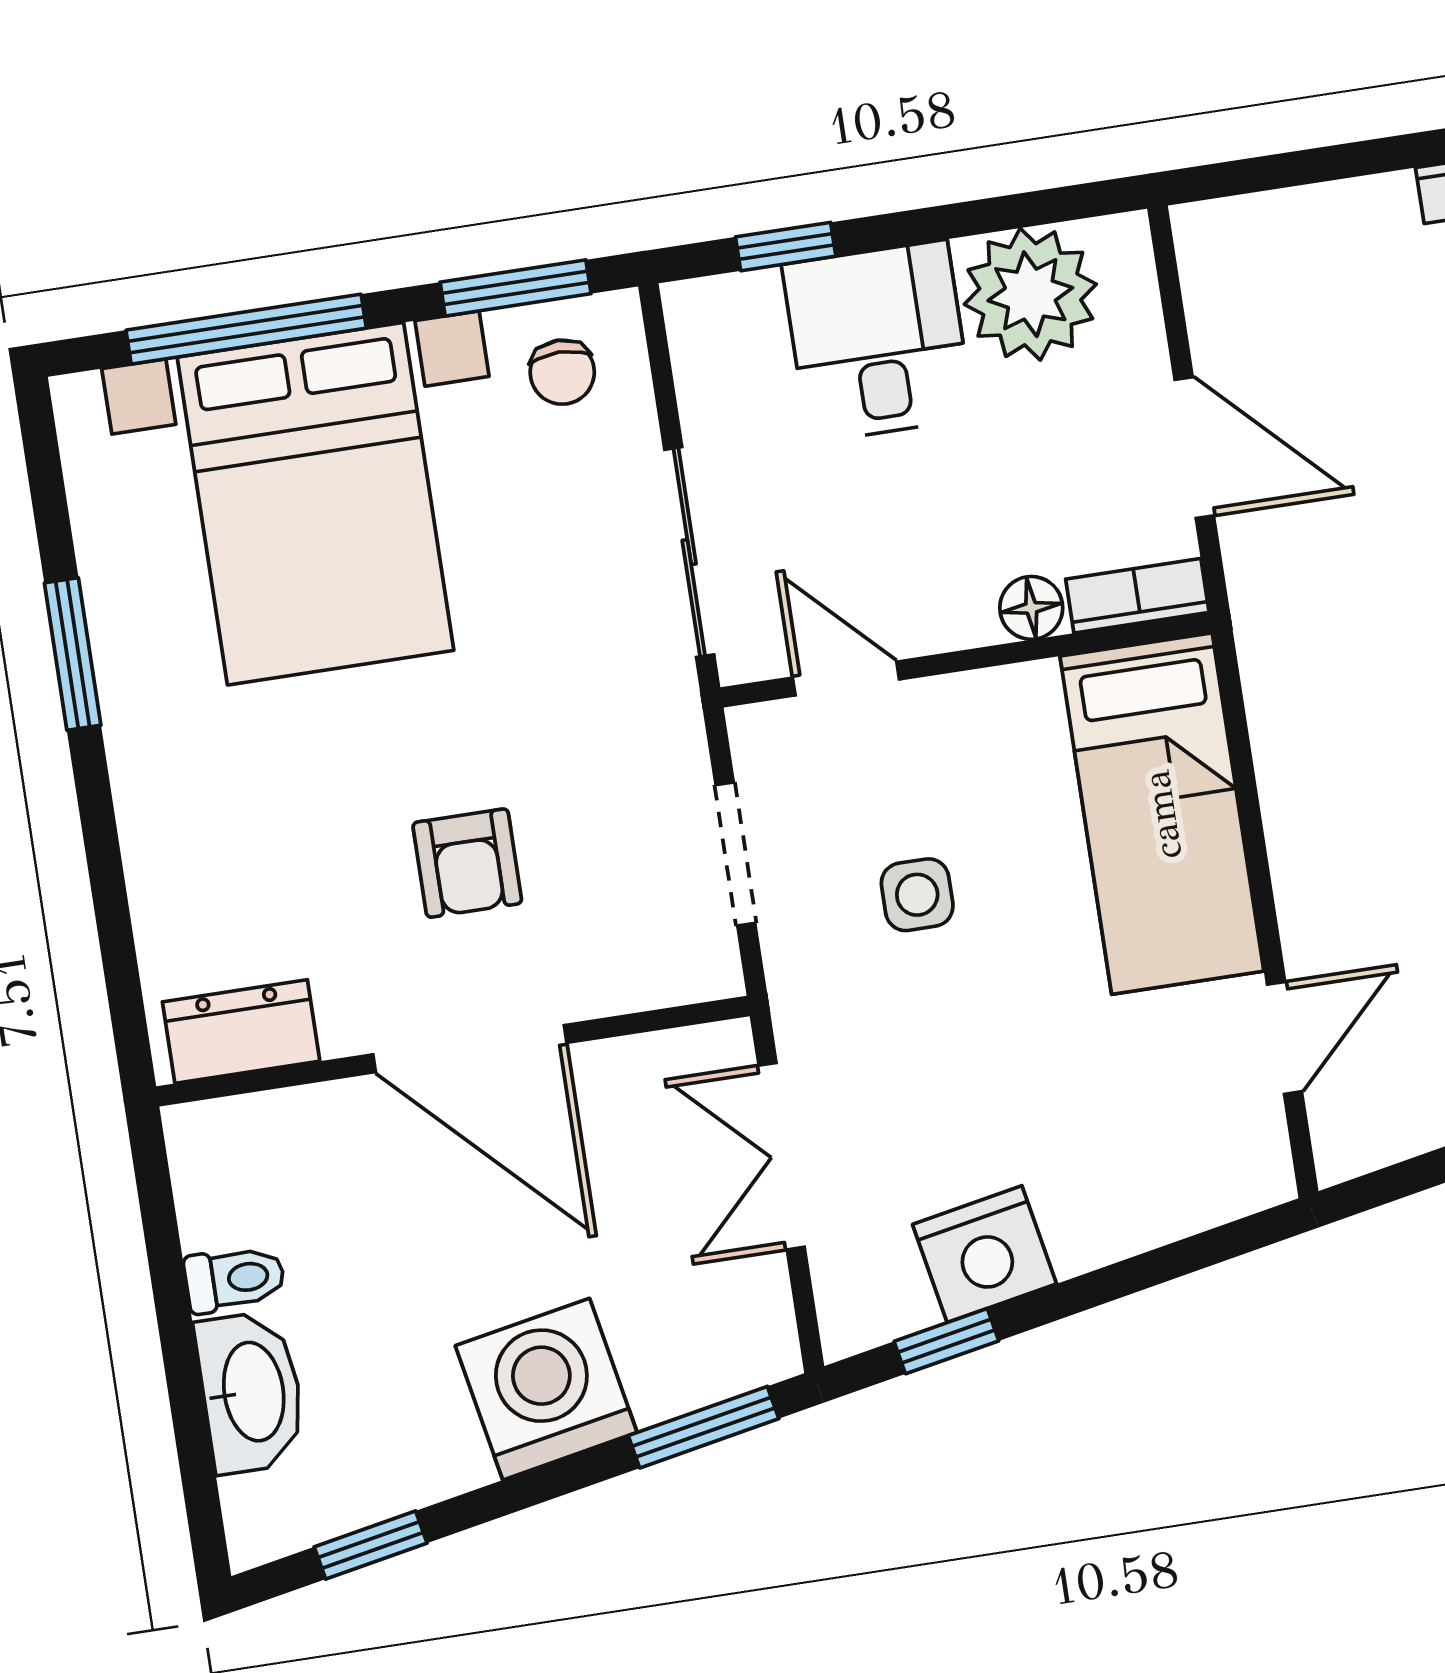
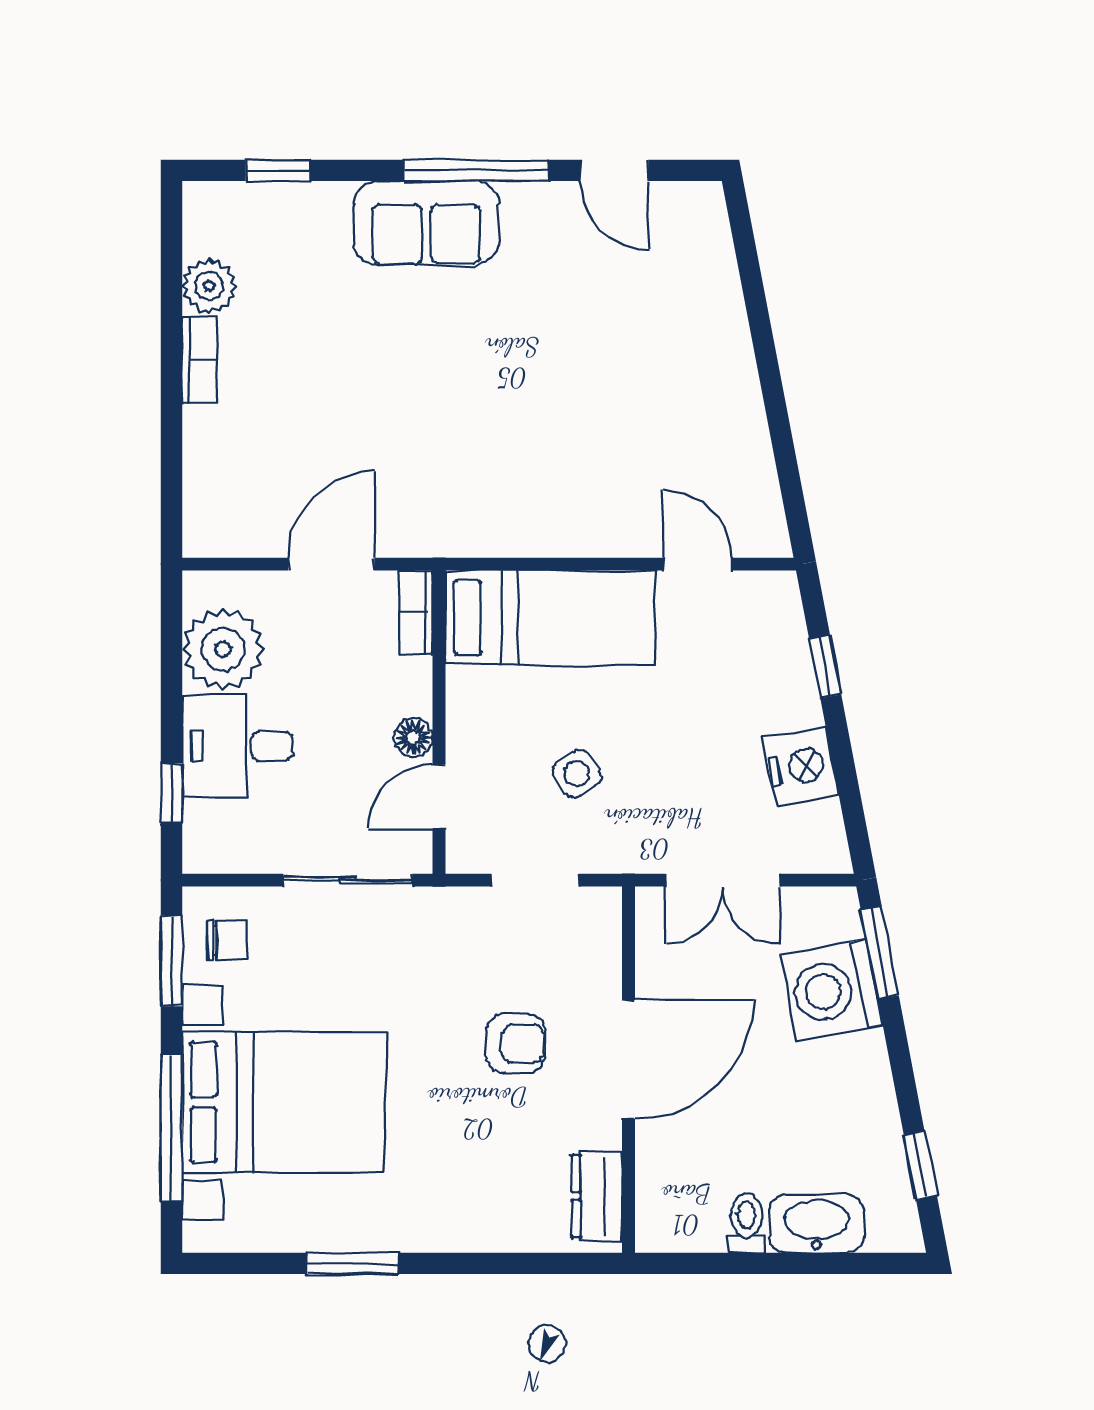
floor lamp: (1031, 608) -> (413, 737), moved
side table: (917, 895) -> (577, 774), turned -33
window: (946, 1341) -> (825, 666), moved
washing machine: (546, 1389) -> (832, 990), moved

